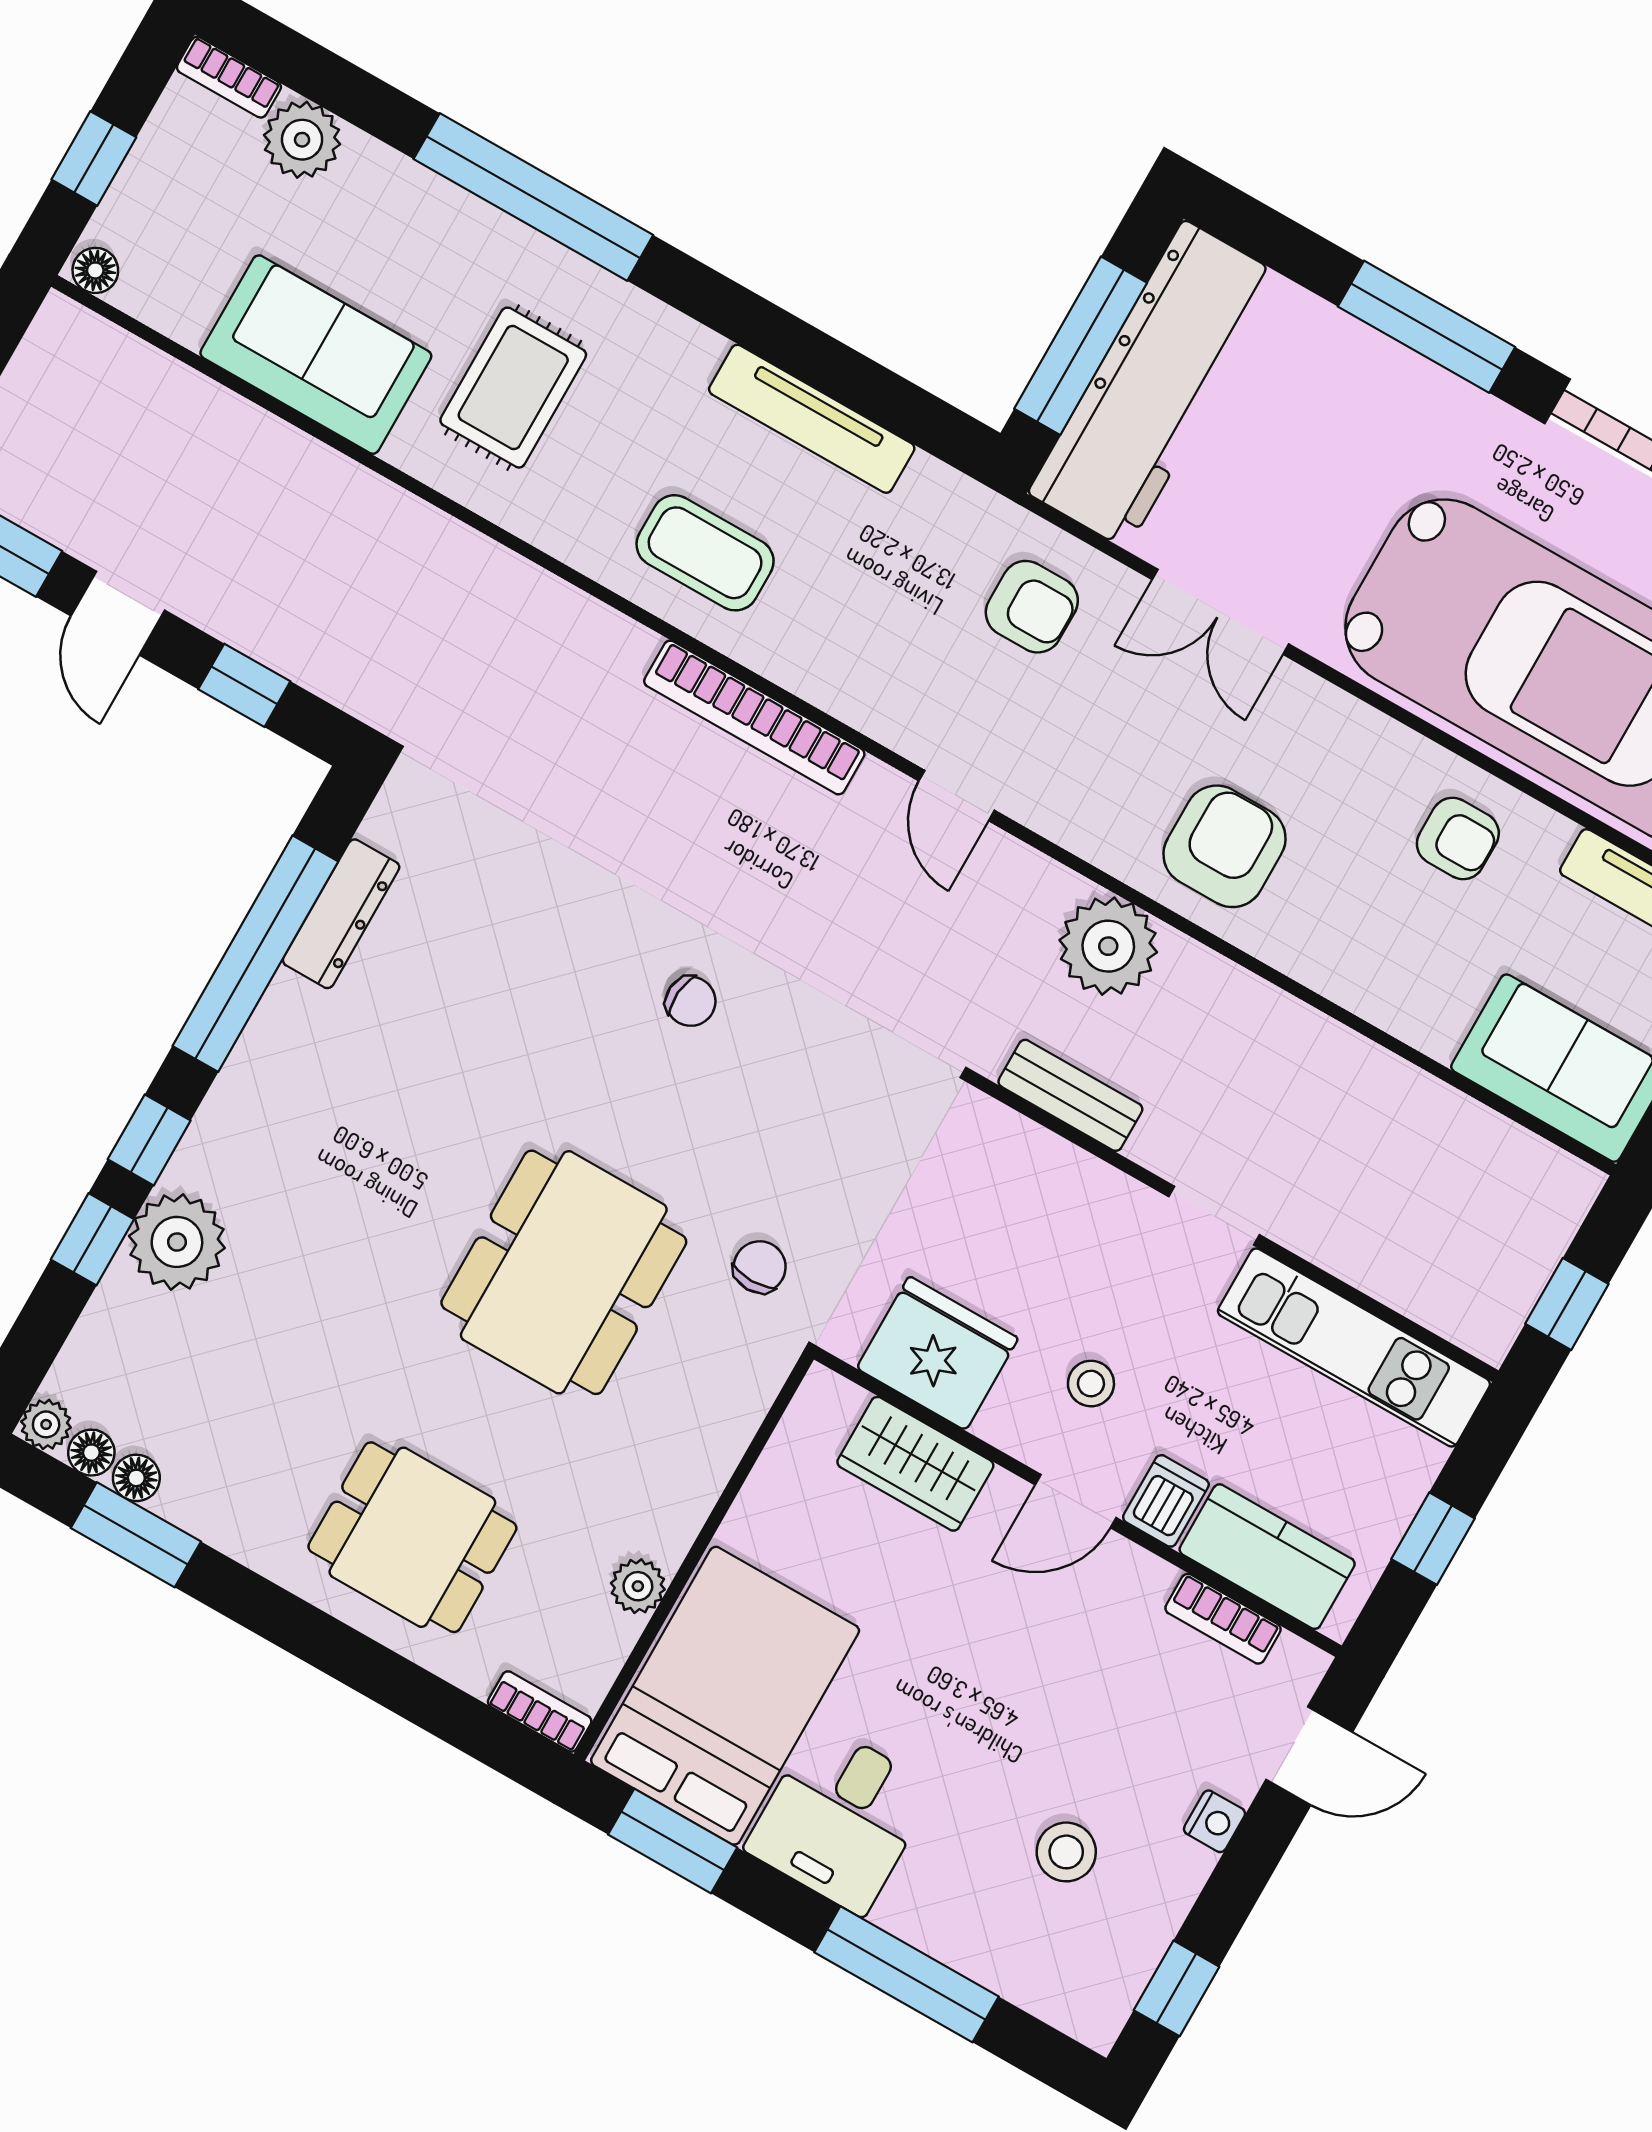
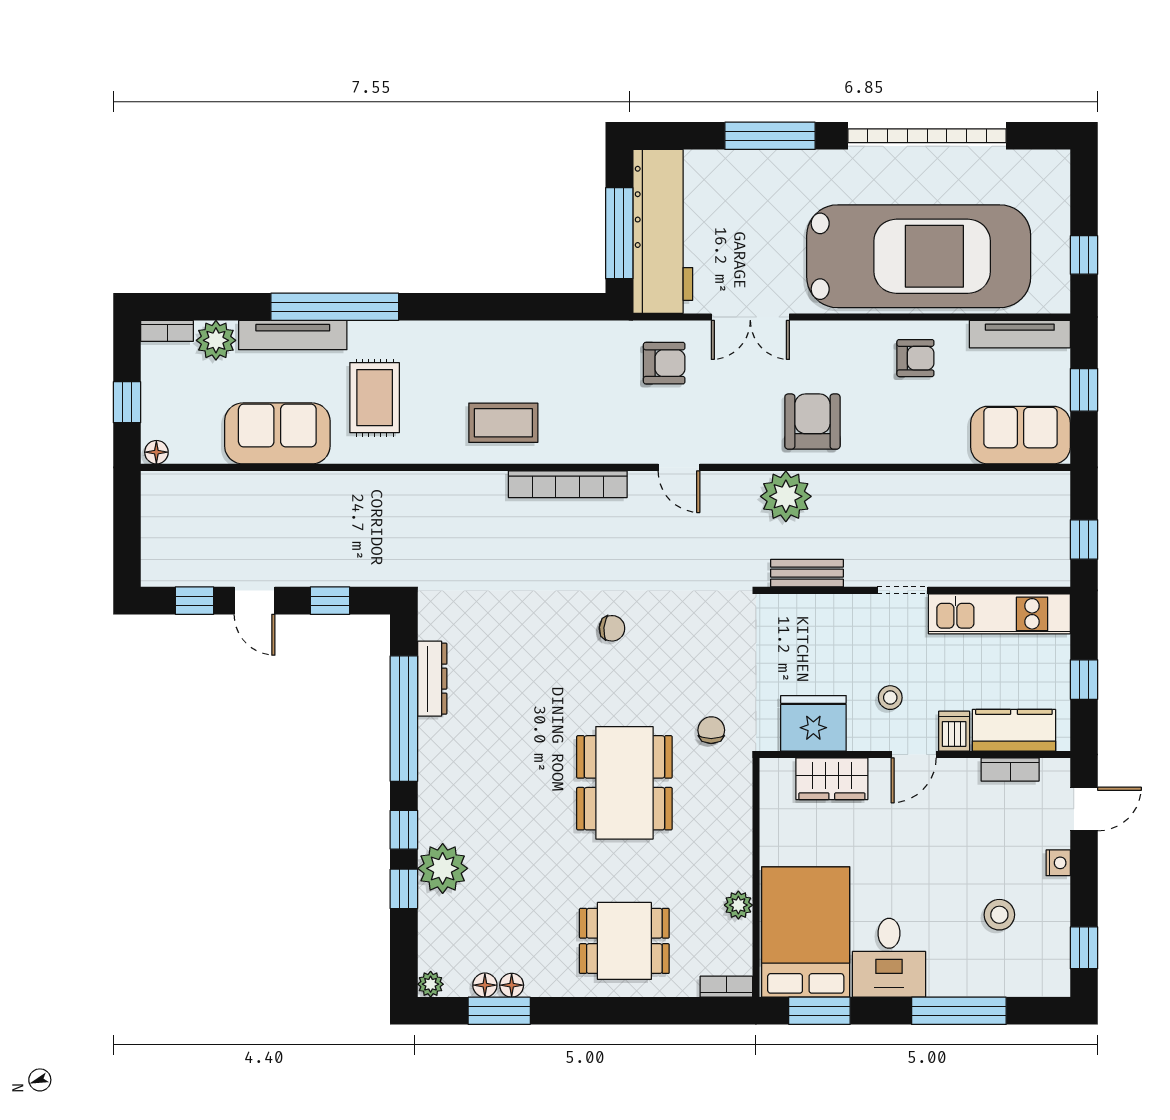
tv unit: (812, 419) -> (293, 335), moved
floor lamp: (91, 1453) -> (512, 985), moved

